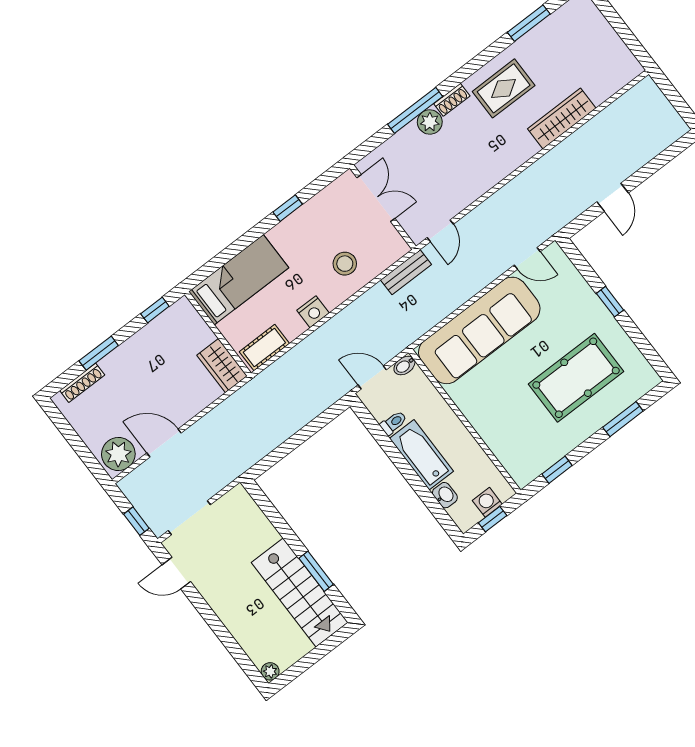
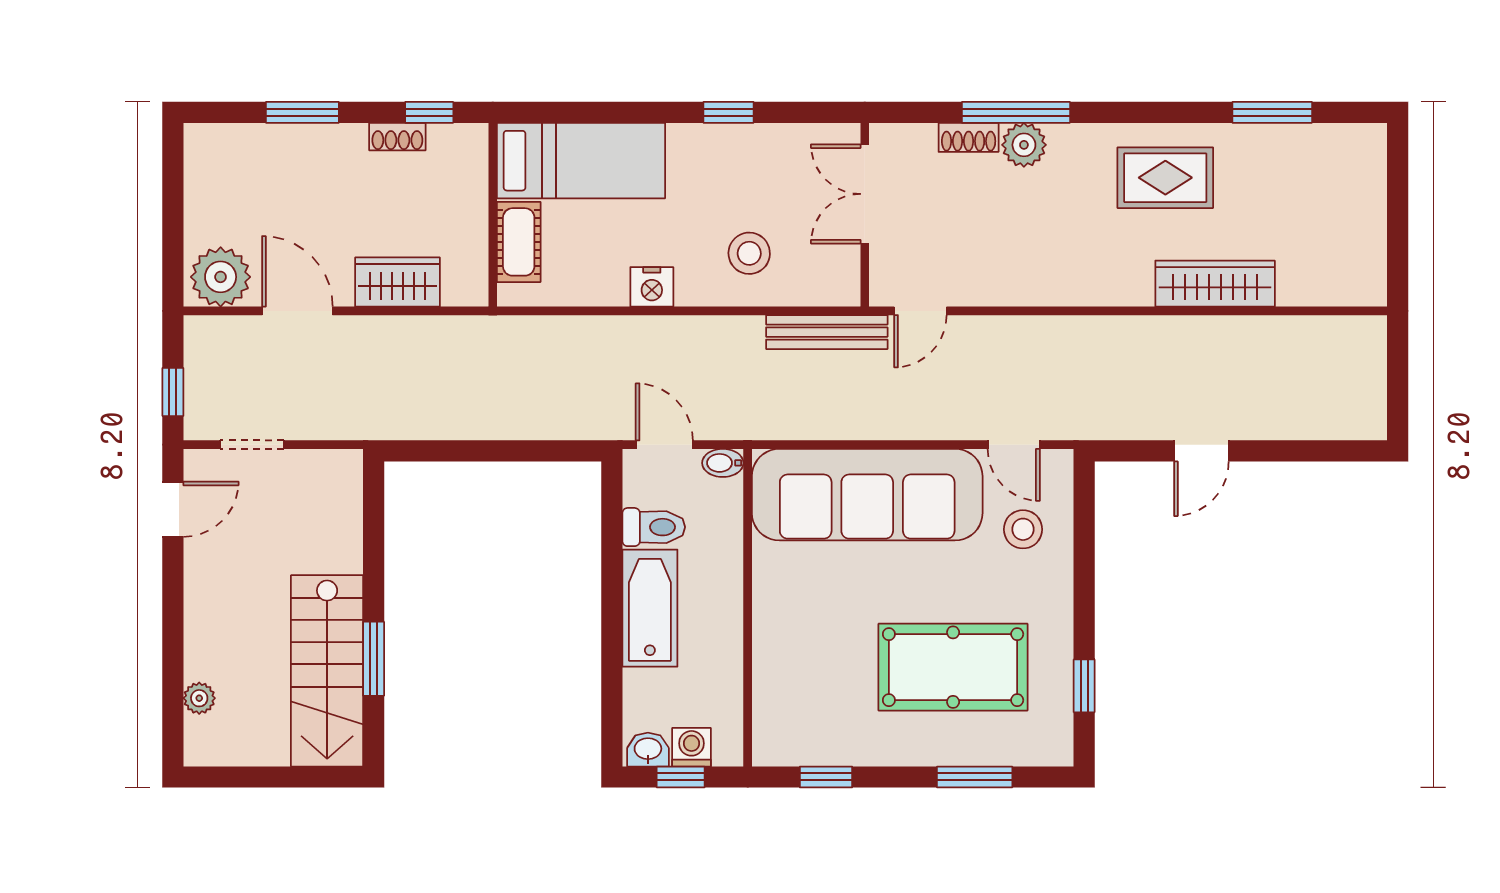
shoe rack: (452, 100) -> (969, 137), moved
double door: (376, 198) -> (865, 194), swing flipped
bench: (406, 272) -> (827, 332), width x1.36
stool: (560, 293) -> (1023, 529), added
window: (610, 302) -> (1084, 686), moved
cot: (264, 348) -> (519, 242), moved, turned 90
wardrobe: (222, 366) -> (397, 282), moved, turned 90
shoe rack: (82, 383) -> (397, 137), moved, width x0.70
toilet: (393, 423) -> (654, 527), width x1.37, depth x1.39
washbasin: (445, 495) -> (648, 750), moved, turned -90
doorway: (189, 518) -> (252, 445), width x0.73
door: (176, 573) -> (173, 509), swing flipped
plant: (270, 671) -> (199, 698), moved

